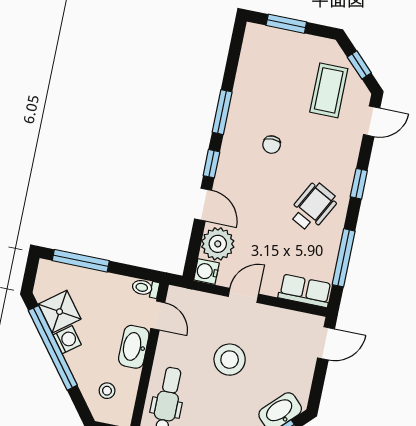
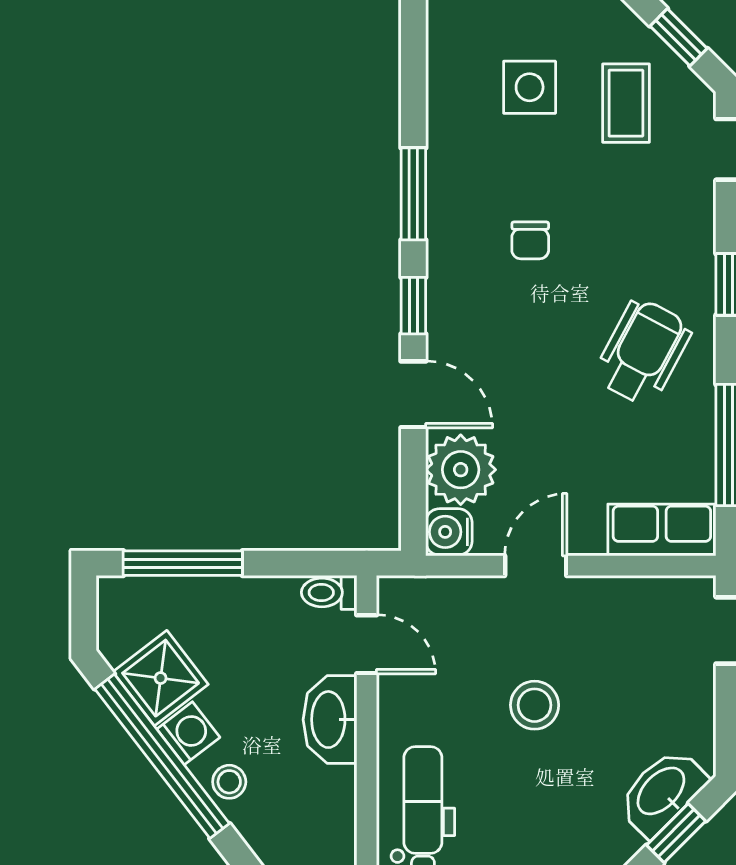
side table: (286, 74) -> (530, 87), added
coffee table: (329, 90) -> (626, 103), width x0.73, depth x0.77
stool: (230, 360) -> (535, 705), width x0.73, depth x0.73
stool: (107, 391) -> (229, 782), moved

